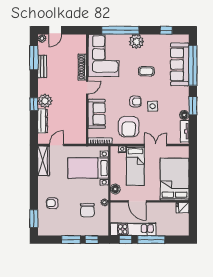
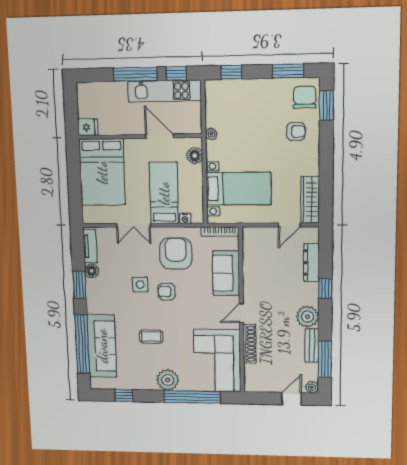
plant: (45, 101) -> (308, 317), moved
chair: (87, 210) -> (305, 97), moved
window: (71, 240) -> (288, 71), moved

